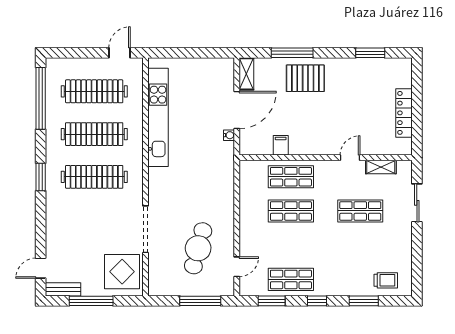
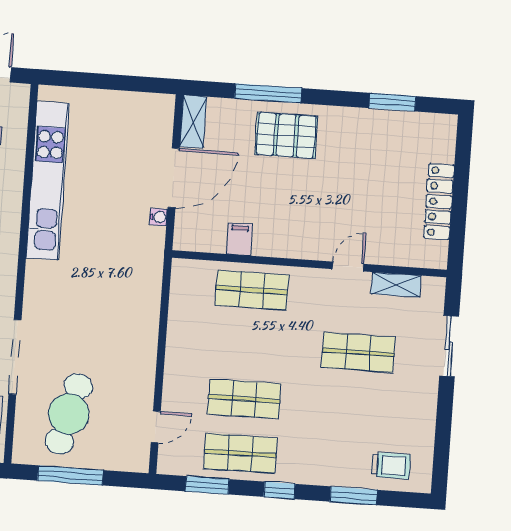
shop shelf: (291, 211) -> (244, 399), moved
cafe table: (198, 248) -> (69, 414), moved
window: (200, 301) -> (70, 475), moved

